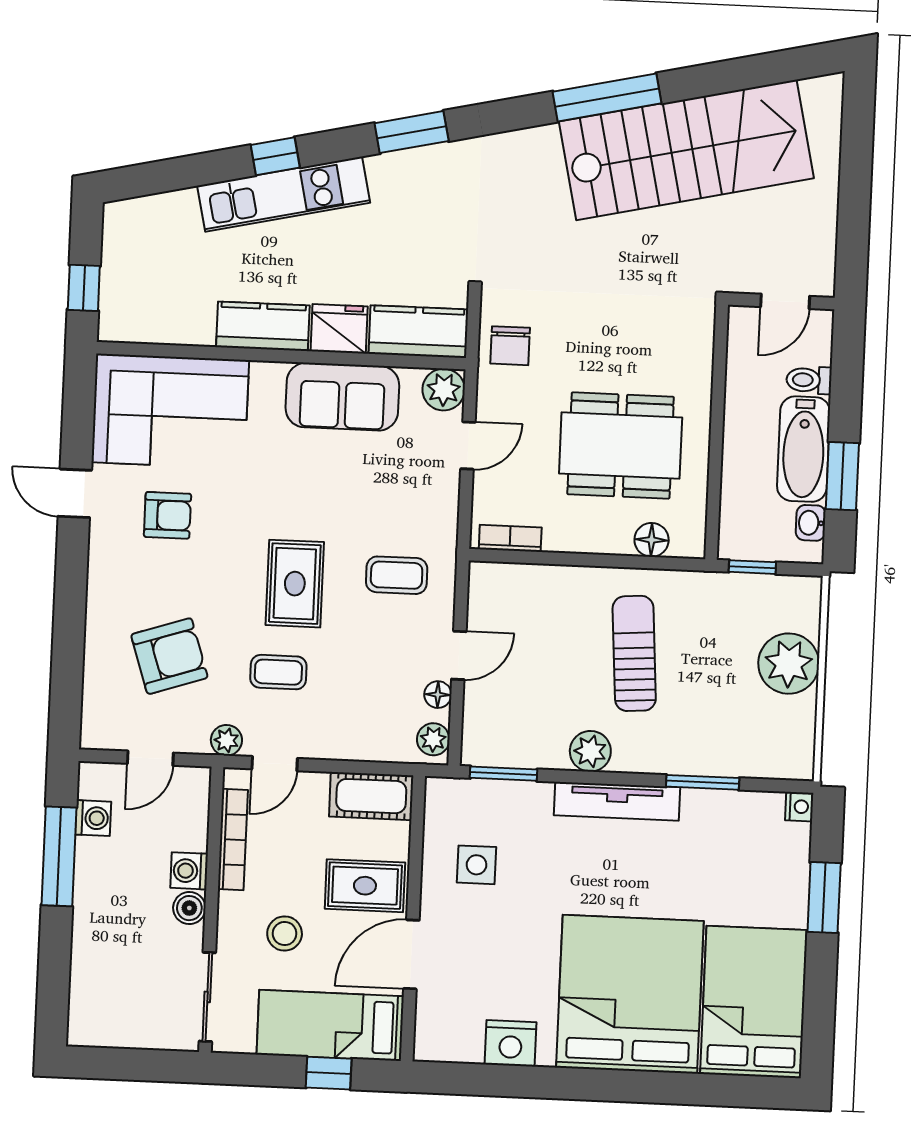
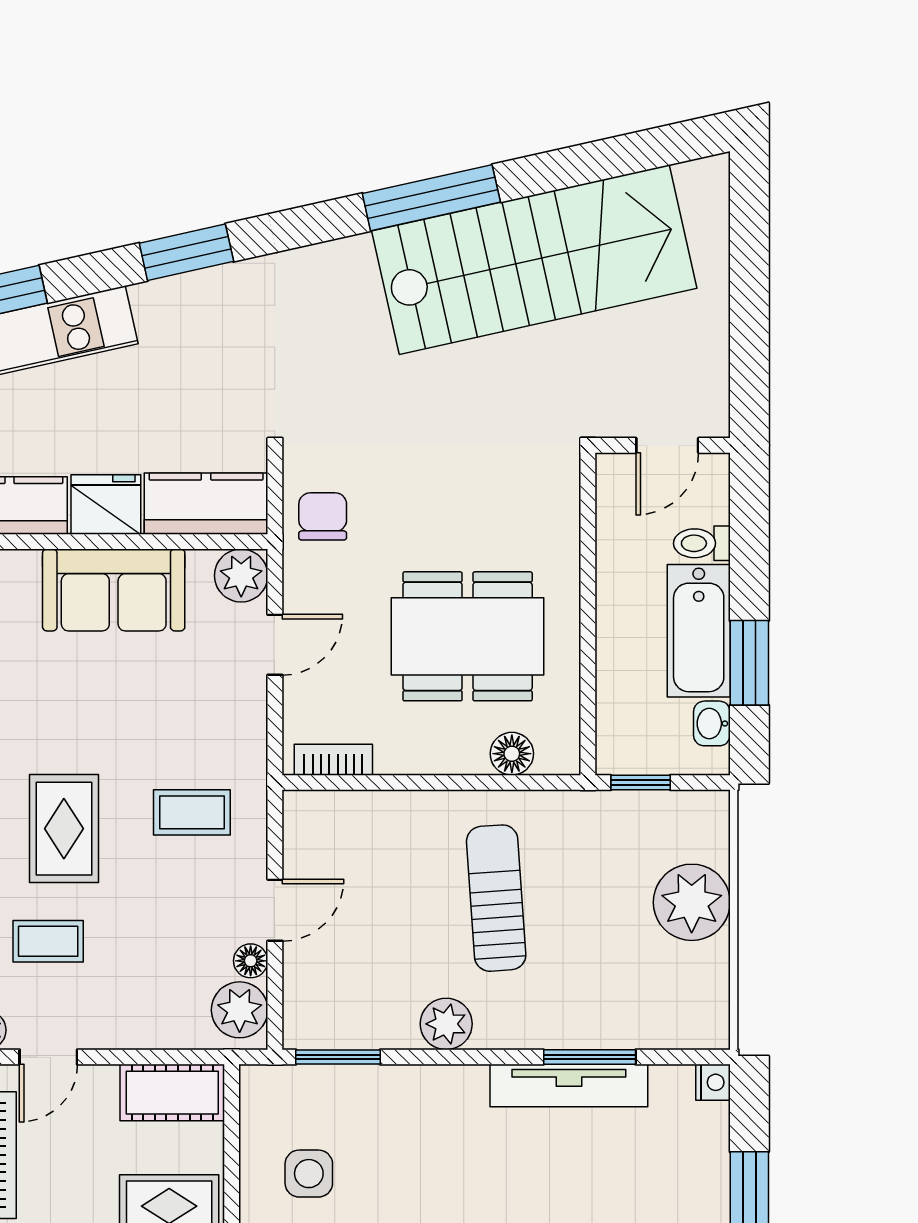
chair: (510, 346) -> (323, 516), turned 180
plant: (433, 739) -> (240, 1010), width x1.38, depth x1.38
tv unit: (617, 801) -> (569, 1086), moved

